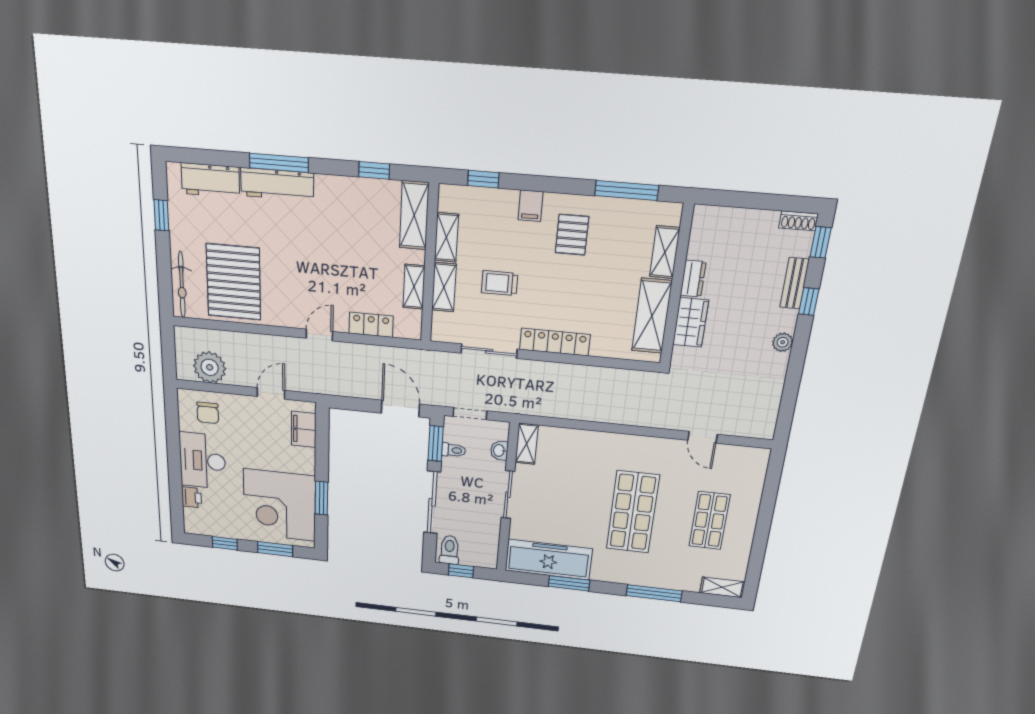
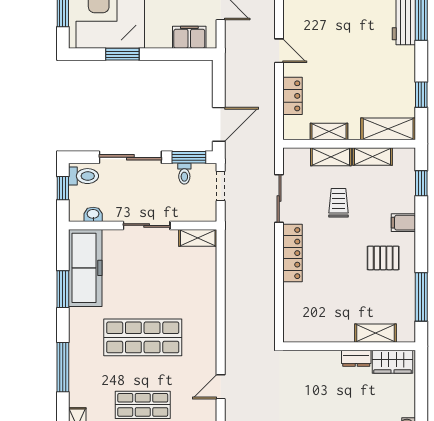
shelving: (652, 316) -> (322, 330), removed
wardrobe: (691, 322) -> (392, 362), moved
washbasin: (499, 451) -> (93, 214), moved

